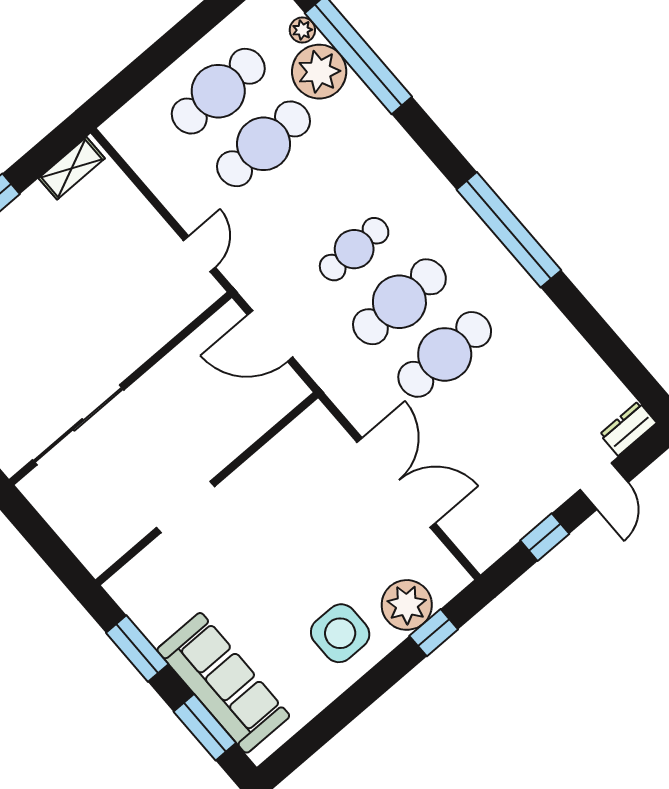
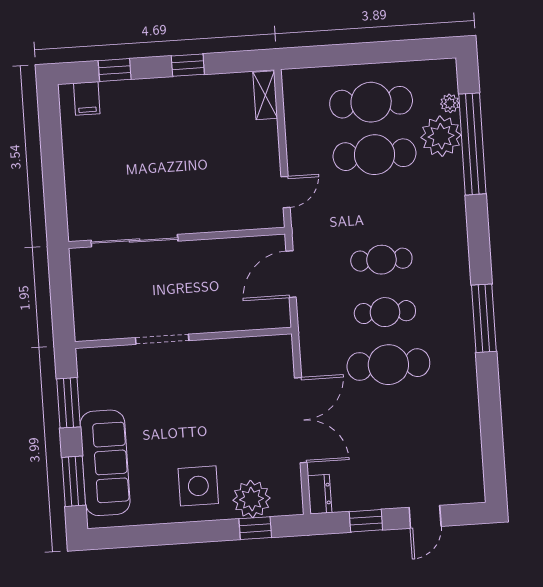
shelving: (72, 168) -> (265, 95), moved, turned 90
window: (509, 230) -> (484, 318), width x0.68
cafe table: (399, 302) -> (385, 312), width x0.73, depth x0.74
door: (270, 336) -> (291, 274), hinge flipped
dresser: (628, 429) -> (320, 494), moved, turned 90

